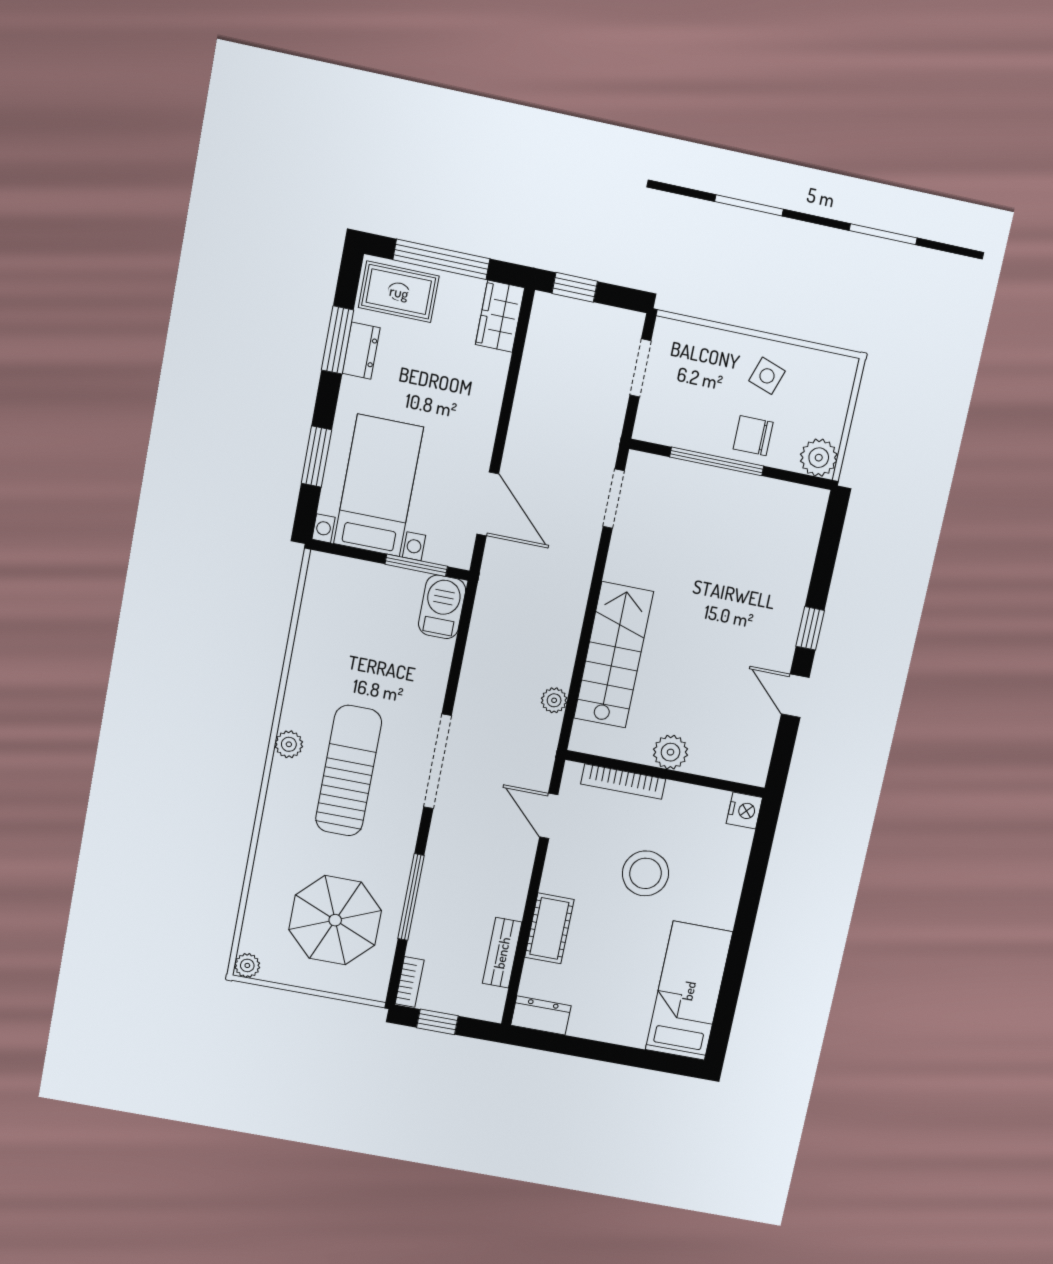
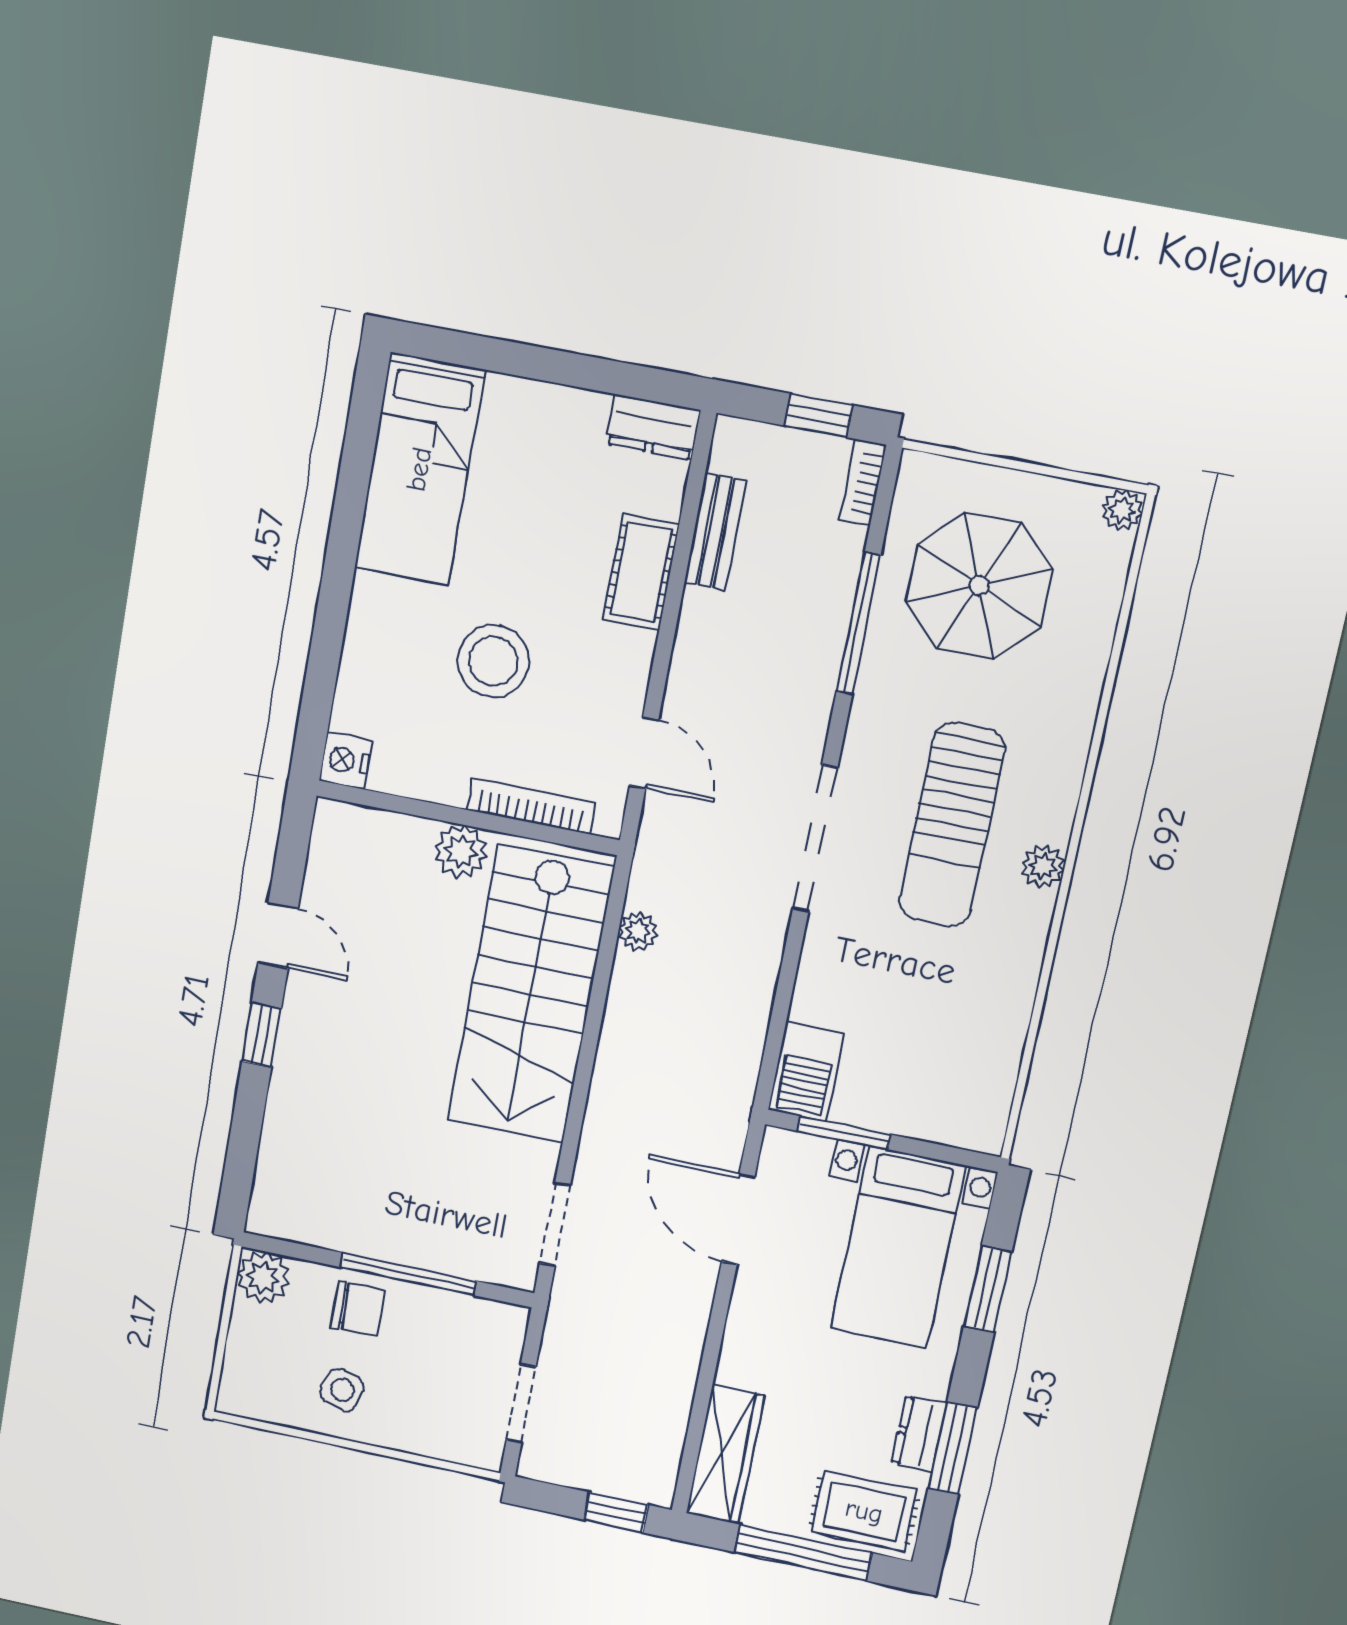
wardrobe: (500, 316) -> (725, 1455), width x1.50
stairs: (614, 655) -> (531, 994), width x1.36, depth x1.51

